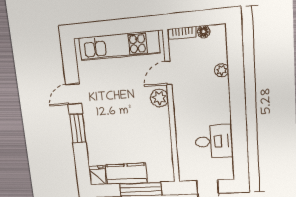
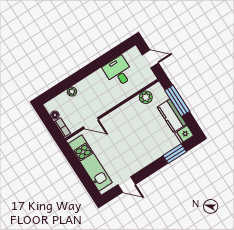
door: (74, 94) -> (127, 184), moved
plant: (159, 98) -> (146, 97), moved
window: (78, 128) -> (175, 154), moved

